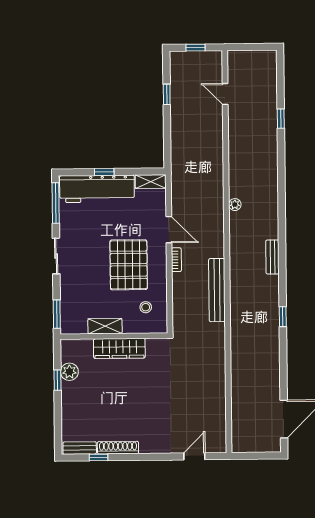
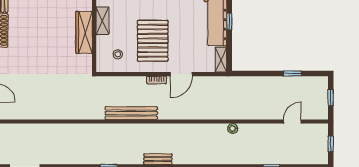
window: (252, 47) -> (331, 144), added
plant: (235, 205) -> (233, 128), moved
pallet: (129, 265) -> (153, 41), turned 90

